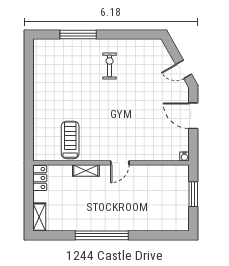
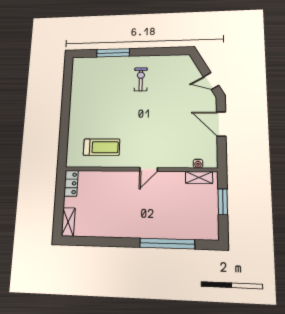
treadmill: (70, 140) -> (102, 147), turned 90
water cooler: (184, 157) -> (198, 164), moved
shelving: (86, 171) -> (199, 177), moved
window: (102, 235) -> (167, 244), moved

